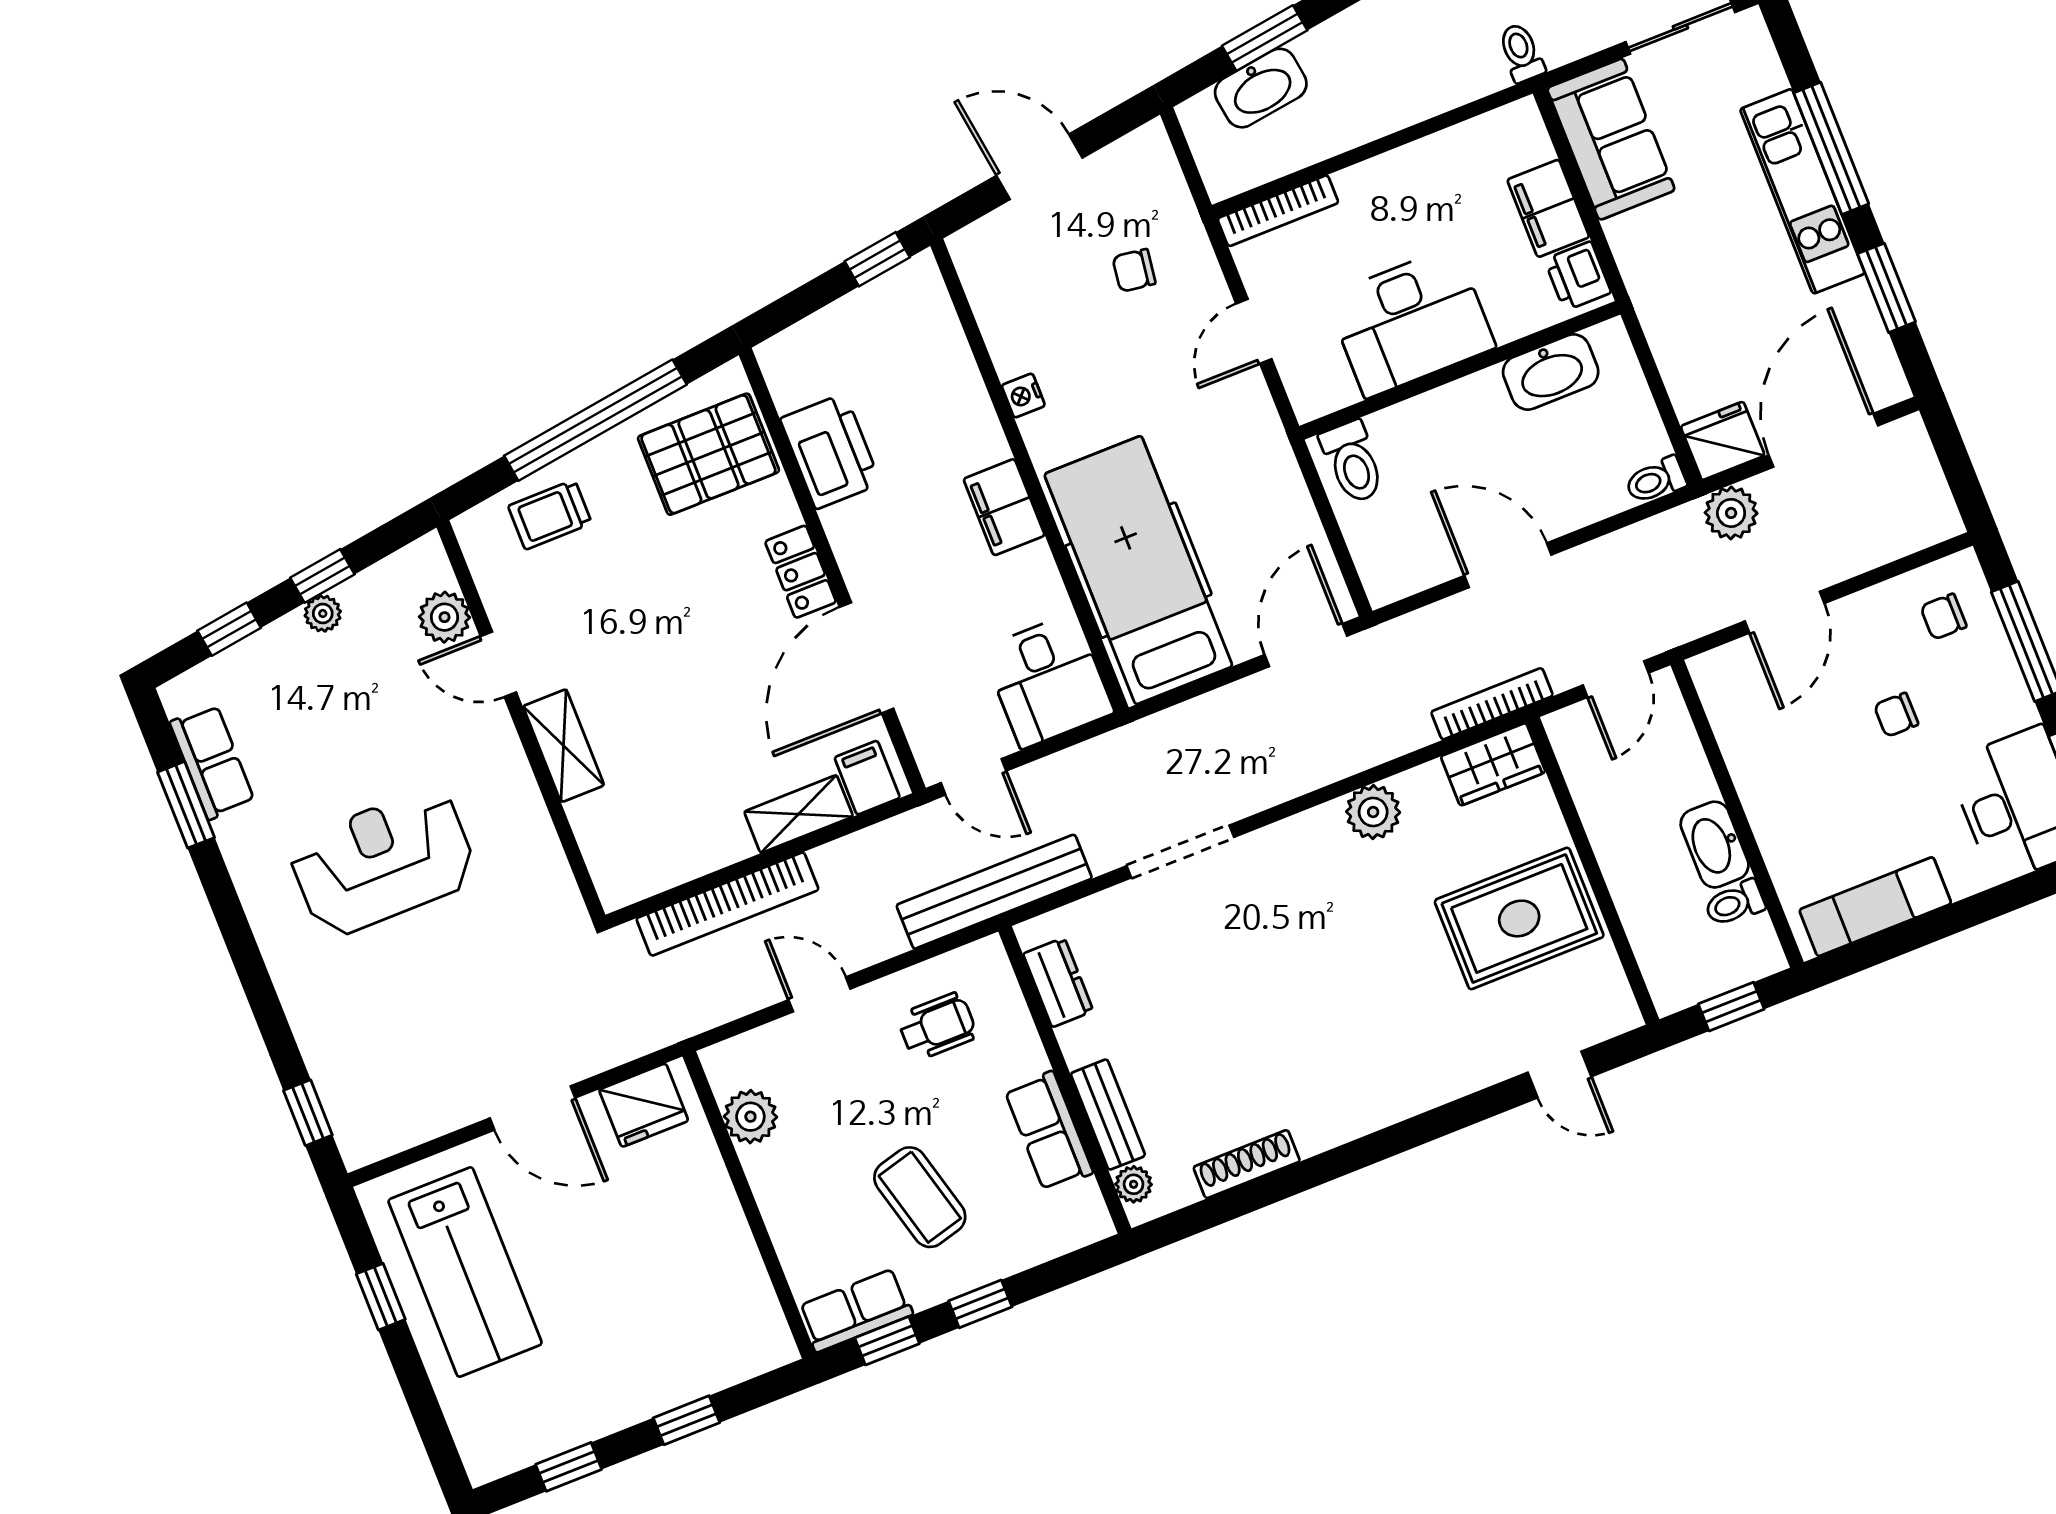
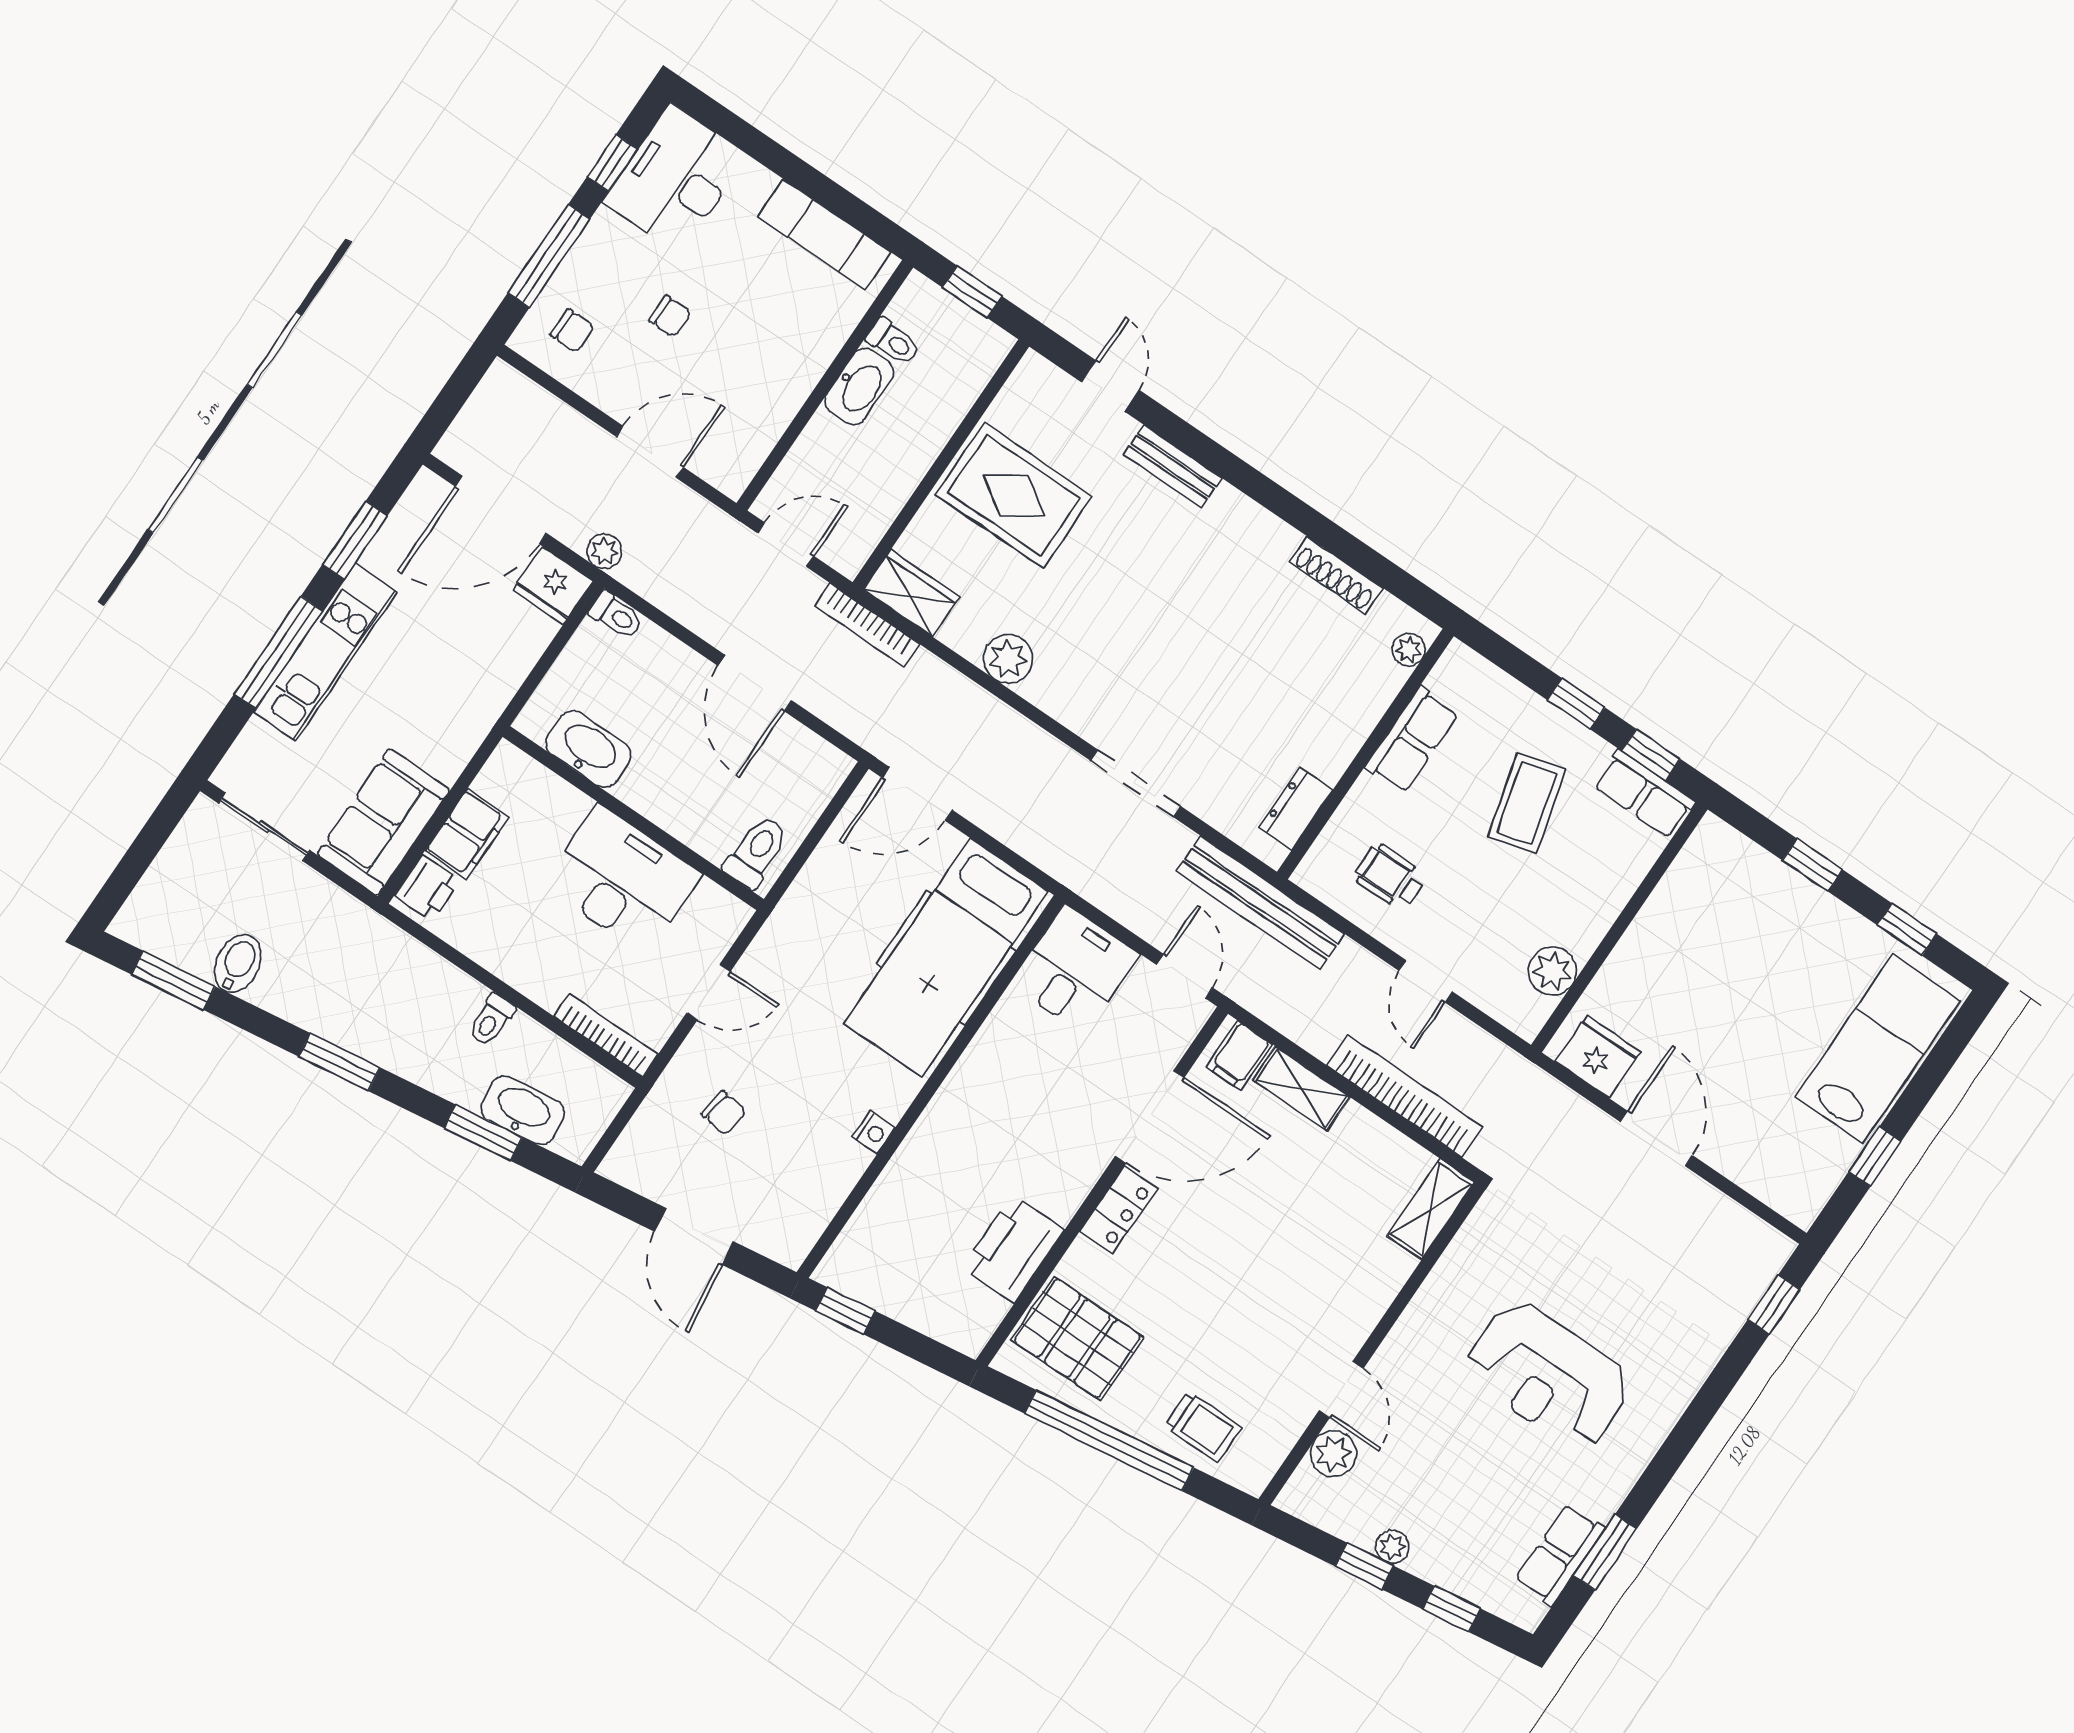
toilet: (1521, 53) -> (491, 1020), moved
printer: (1578, 276) -> (427, 888), moved
filing cabinet: (1004, 507) -> (967, 1090), removed
plant: (1731, 513) -> (604, 551), width x0.73, depth x0.73
shelving: (564, 746) -> (1431, 1209), moved
bench: (1108, 1115) -> (1172, 466), moved, turned 90
lab bench: (465, 1272) -> (1878, 1049), moved

